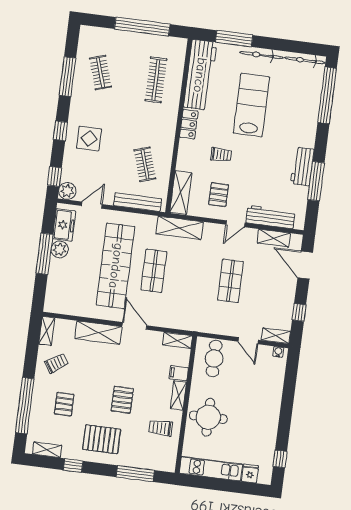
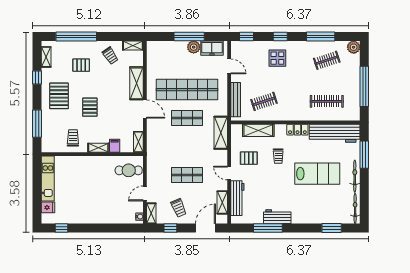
window: (327, 95) -> (332, 228), width x0.47
plant: (67, 191) -> (354, 47), moved
shelving: (181, 192) -> (258, 130), moved
trolley: (273, 298) -> (179, 208), added
door: (134, 326) -> (145, 109), hinge flipped
pallet: (122, 400) -> (90, 107), turned 90
round table: (208, 417) -> (85, 172), removed

